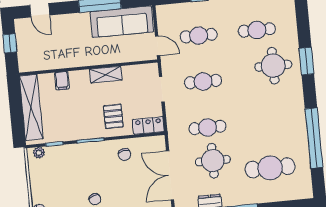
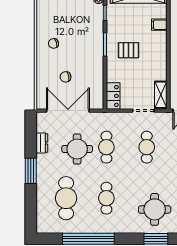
shelving: (106, 75) -> (161, 95), moved
pallet: (113, 116) -> (128, 50), moved
cafe table: (266, 122) -> (106, 198), added
chair: (125, 155) -> (66, 77), moved

